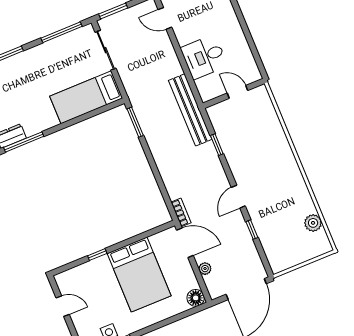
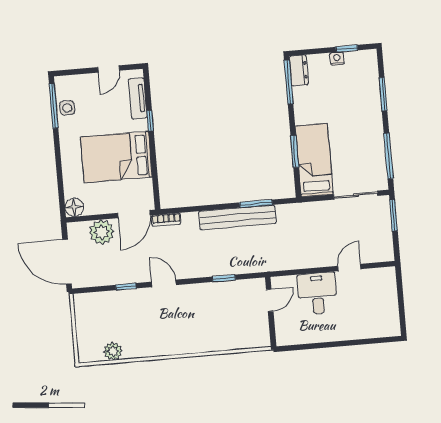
door: (165, 18) -> (349, 267), moved
door: (237, 92) -> (270, 300), moved
bench: (190, 110) -> (237, 217), moved
window: (84, 117) -> (295, 151), added
window: (135, 122) -> (256, 204), moved
plant: (205, 269) -> (102, 232), width x1.87, depth x1.87
tv unit: (81, 272) -> (138, 98), added

